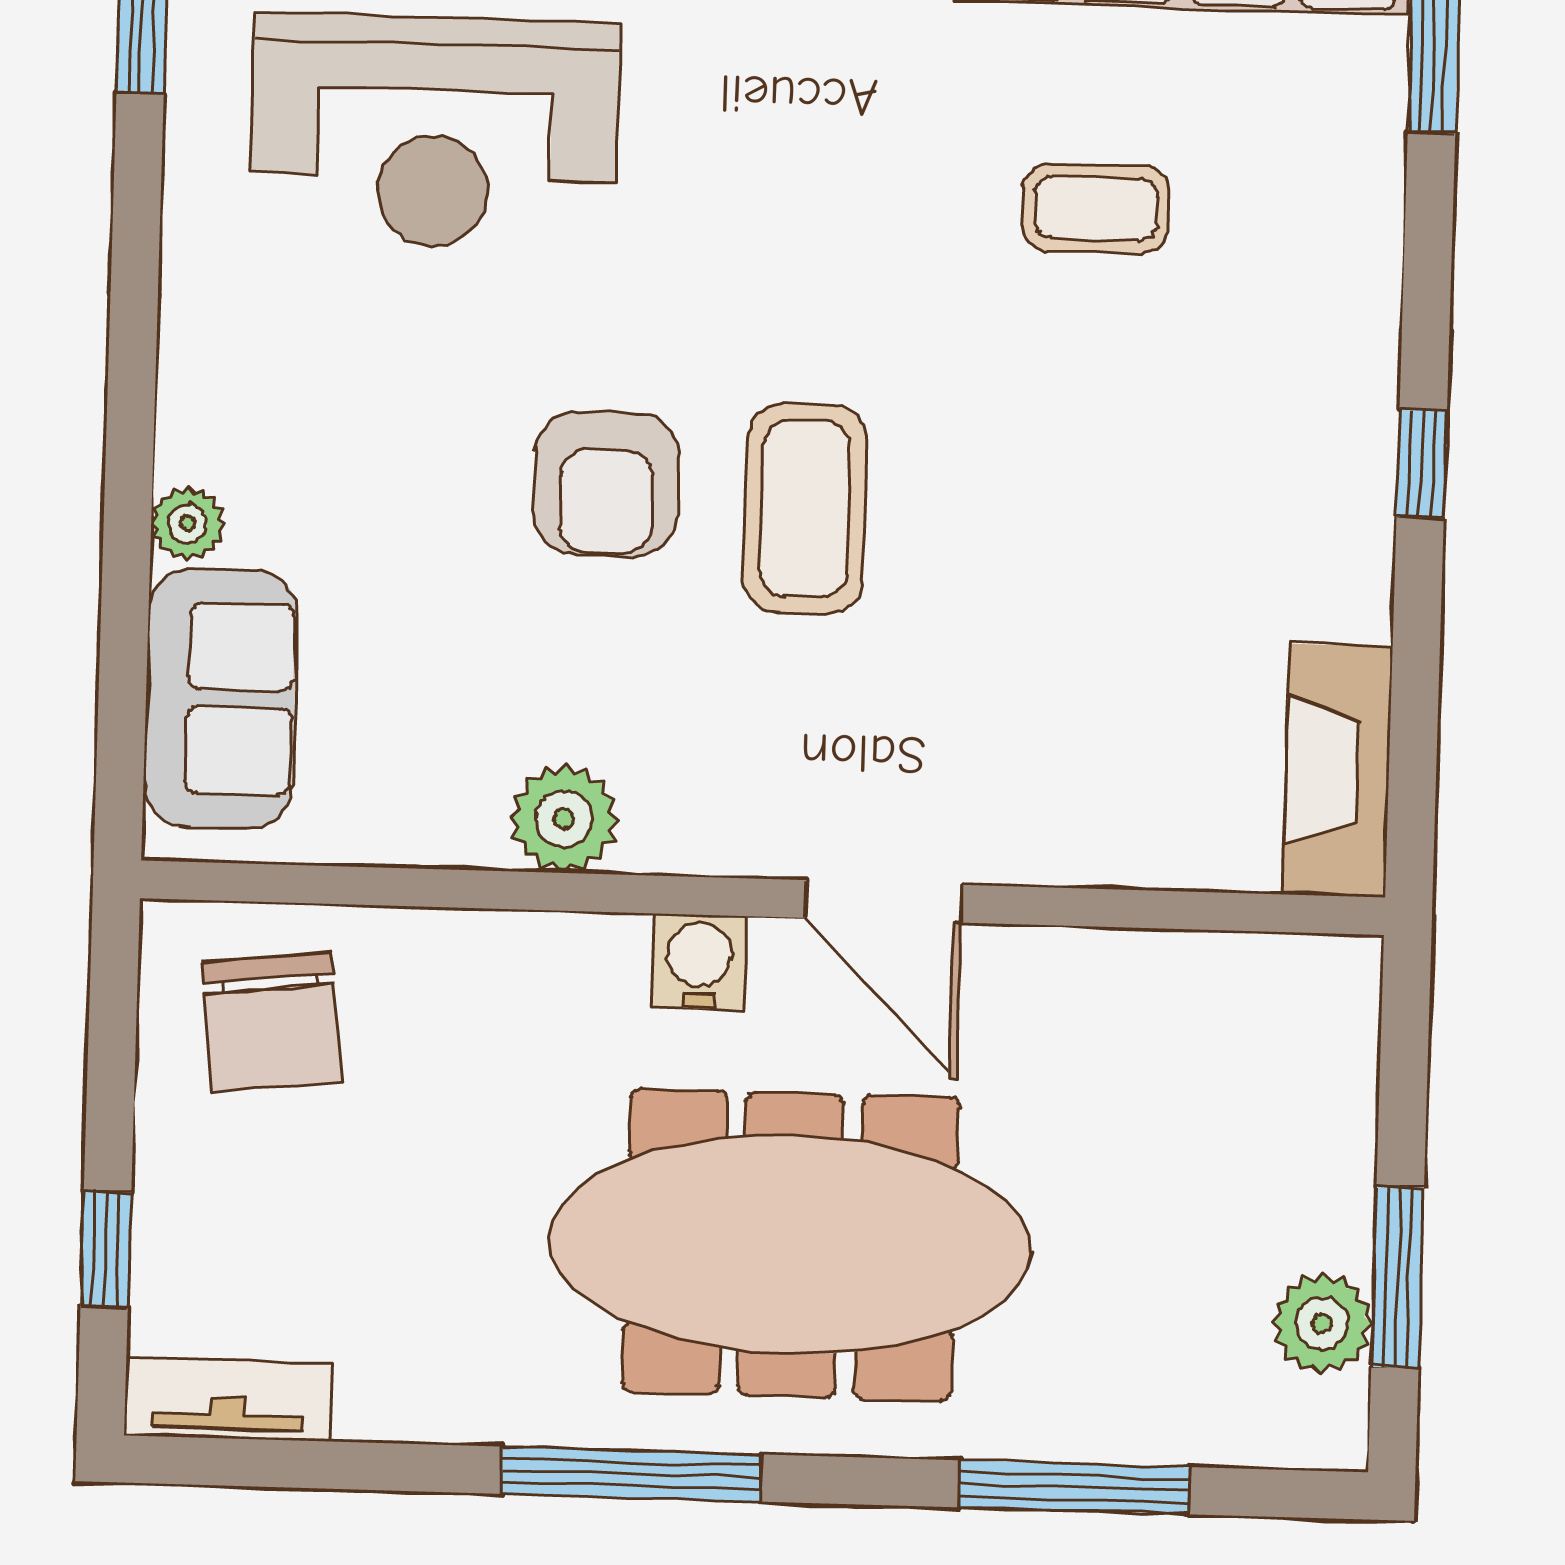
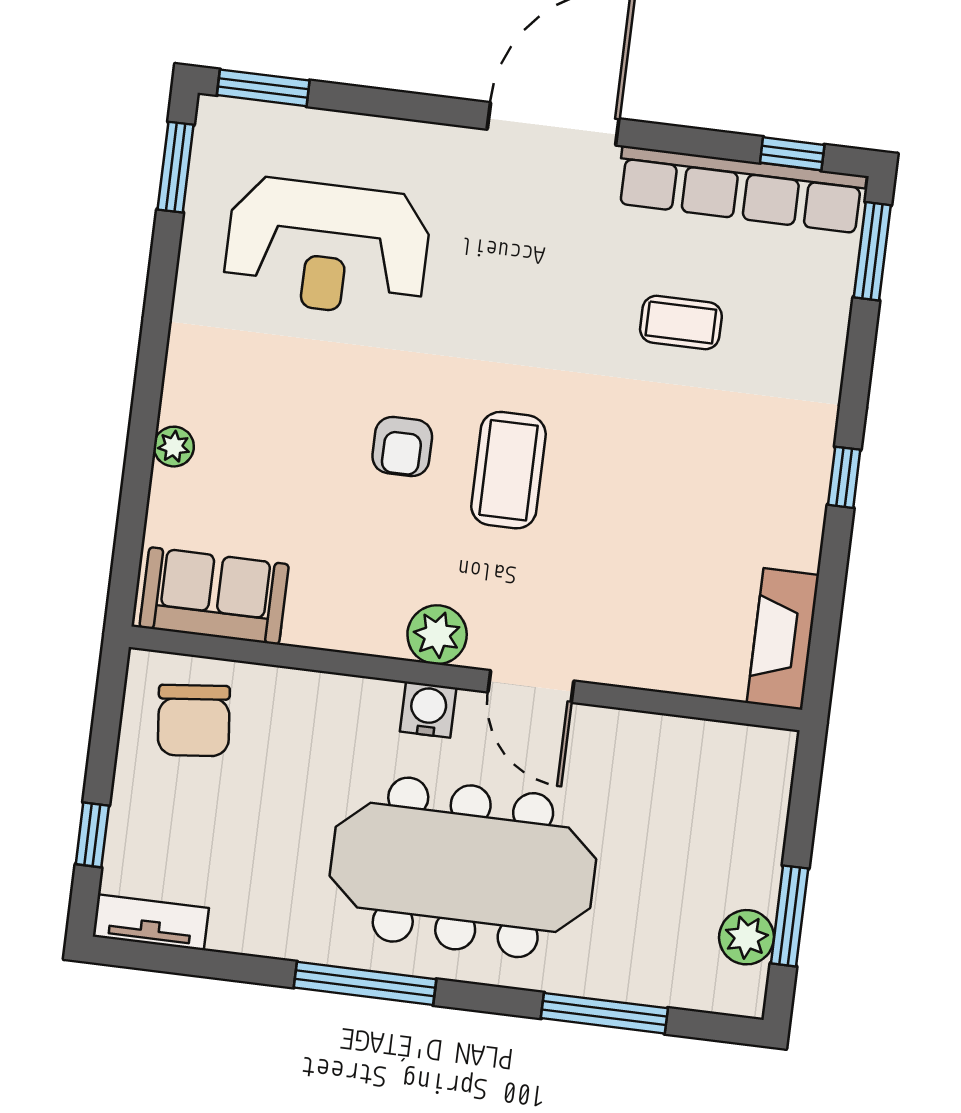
armchair: (606, 484) -> (402, 446), width x0.72, depth x0.72
sofa: (221, 698) -> (214, 596), moved, turned -90
plant: (564, 819) -> (437, 635), moved

